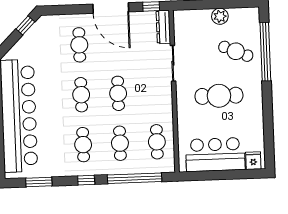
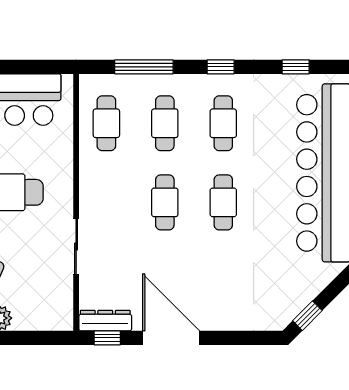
dresser: (163, 27) -> (105, 321), moved, turned -90
cafe table: (79, 45) -> (223, 282), removed
window: (135, 178) -> (144, 67), width x0.68
window: (39, 182) -> (296, 67), width x0.67

